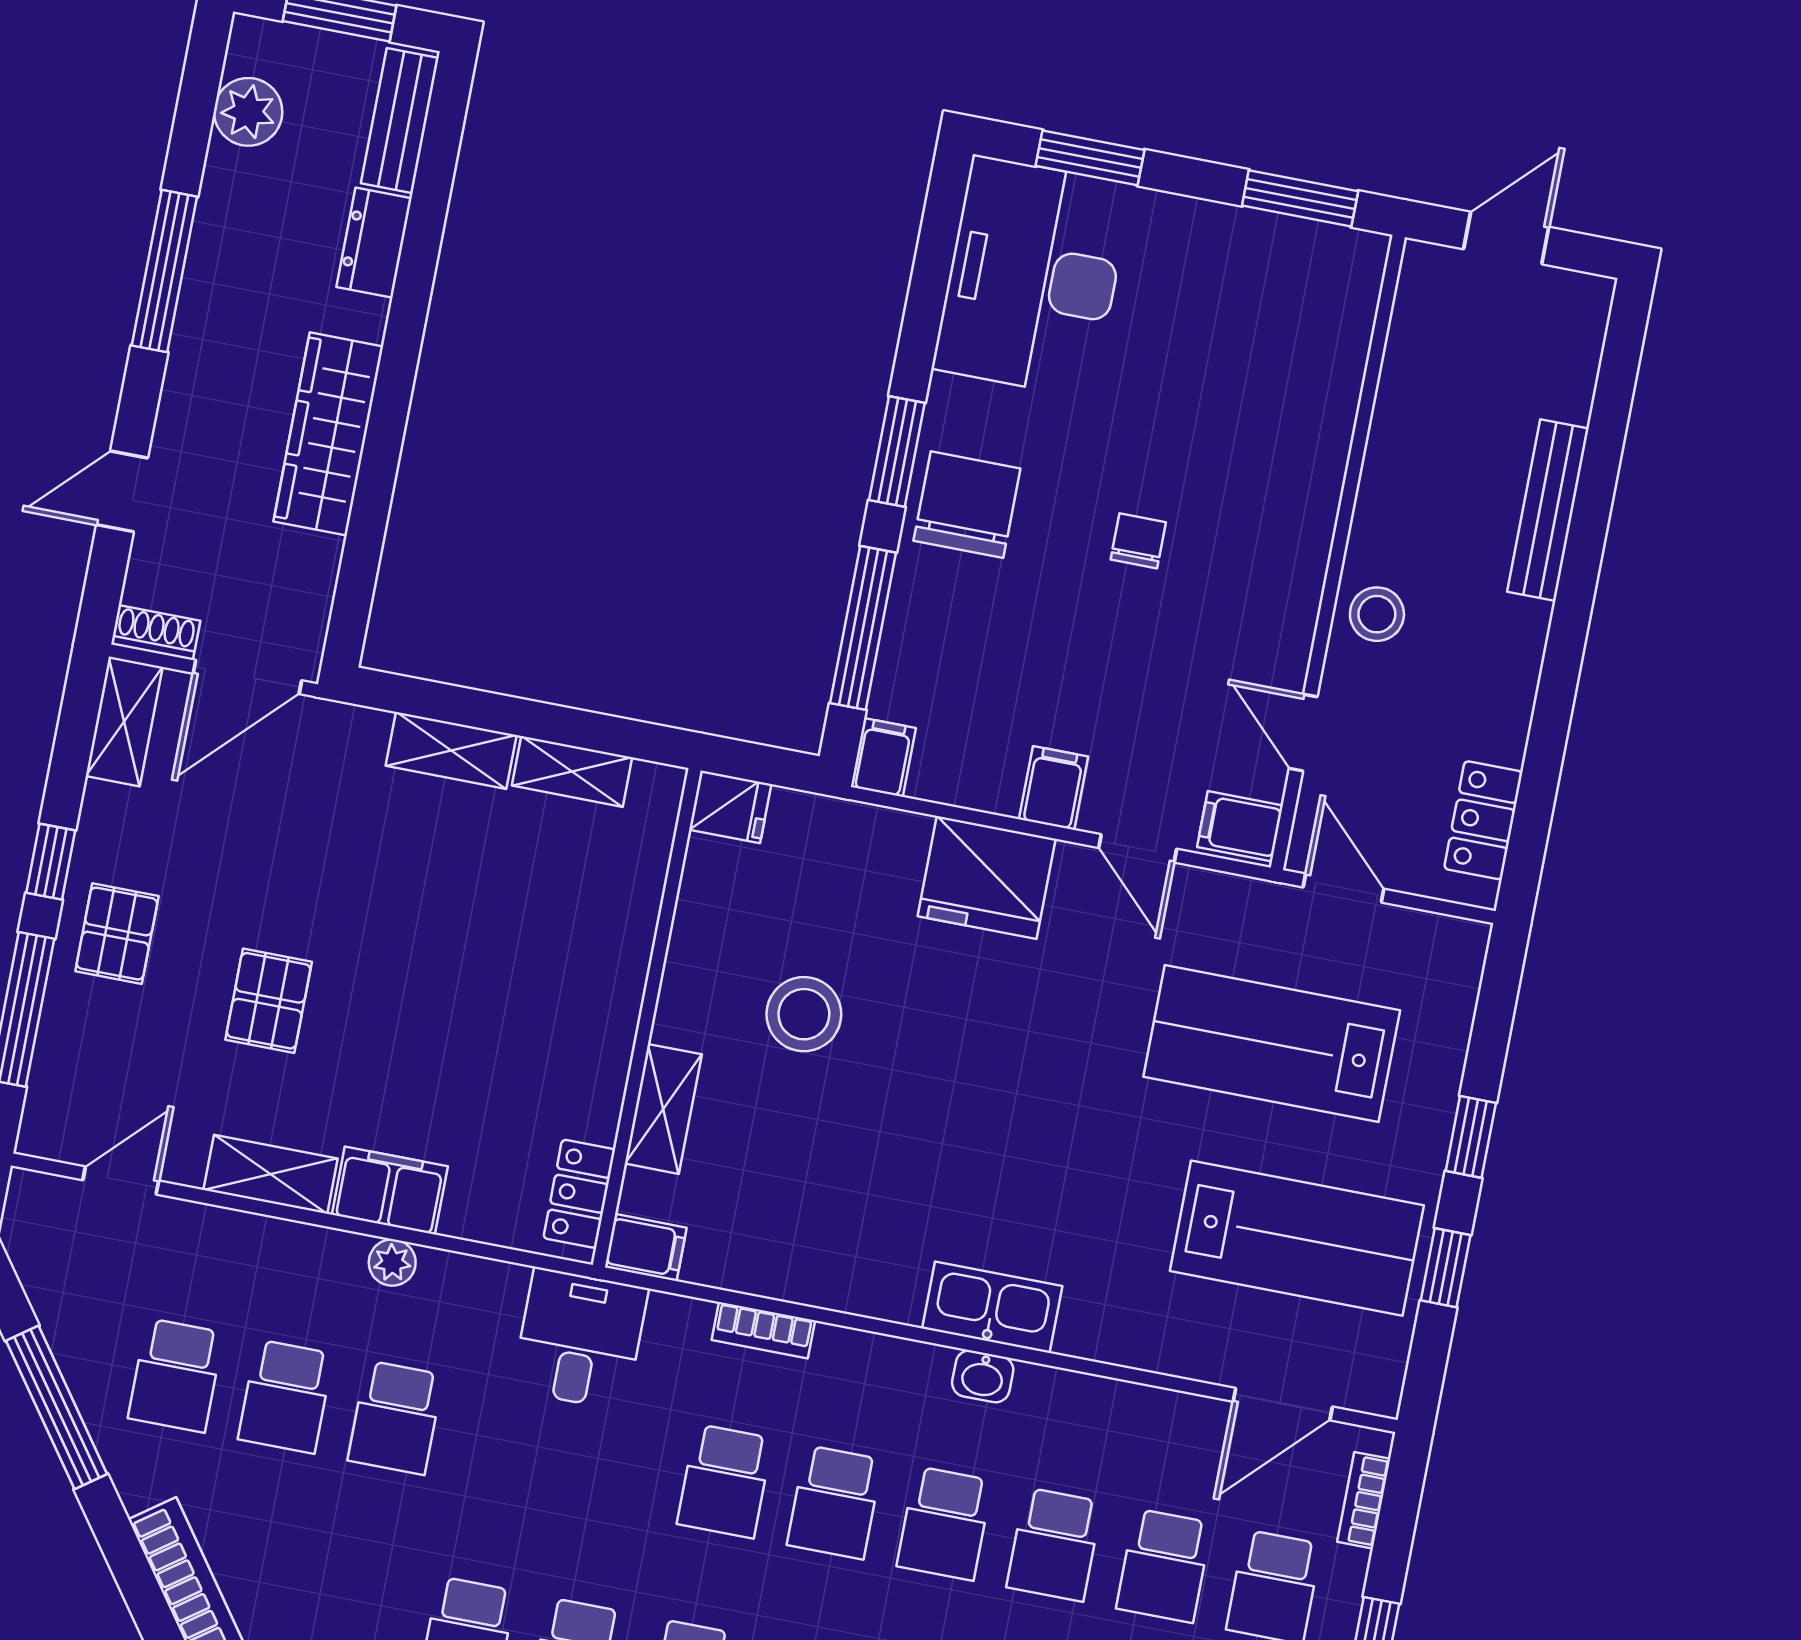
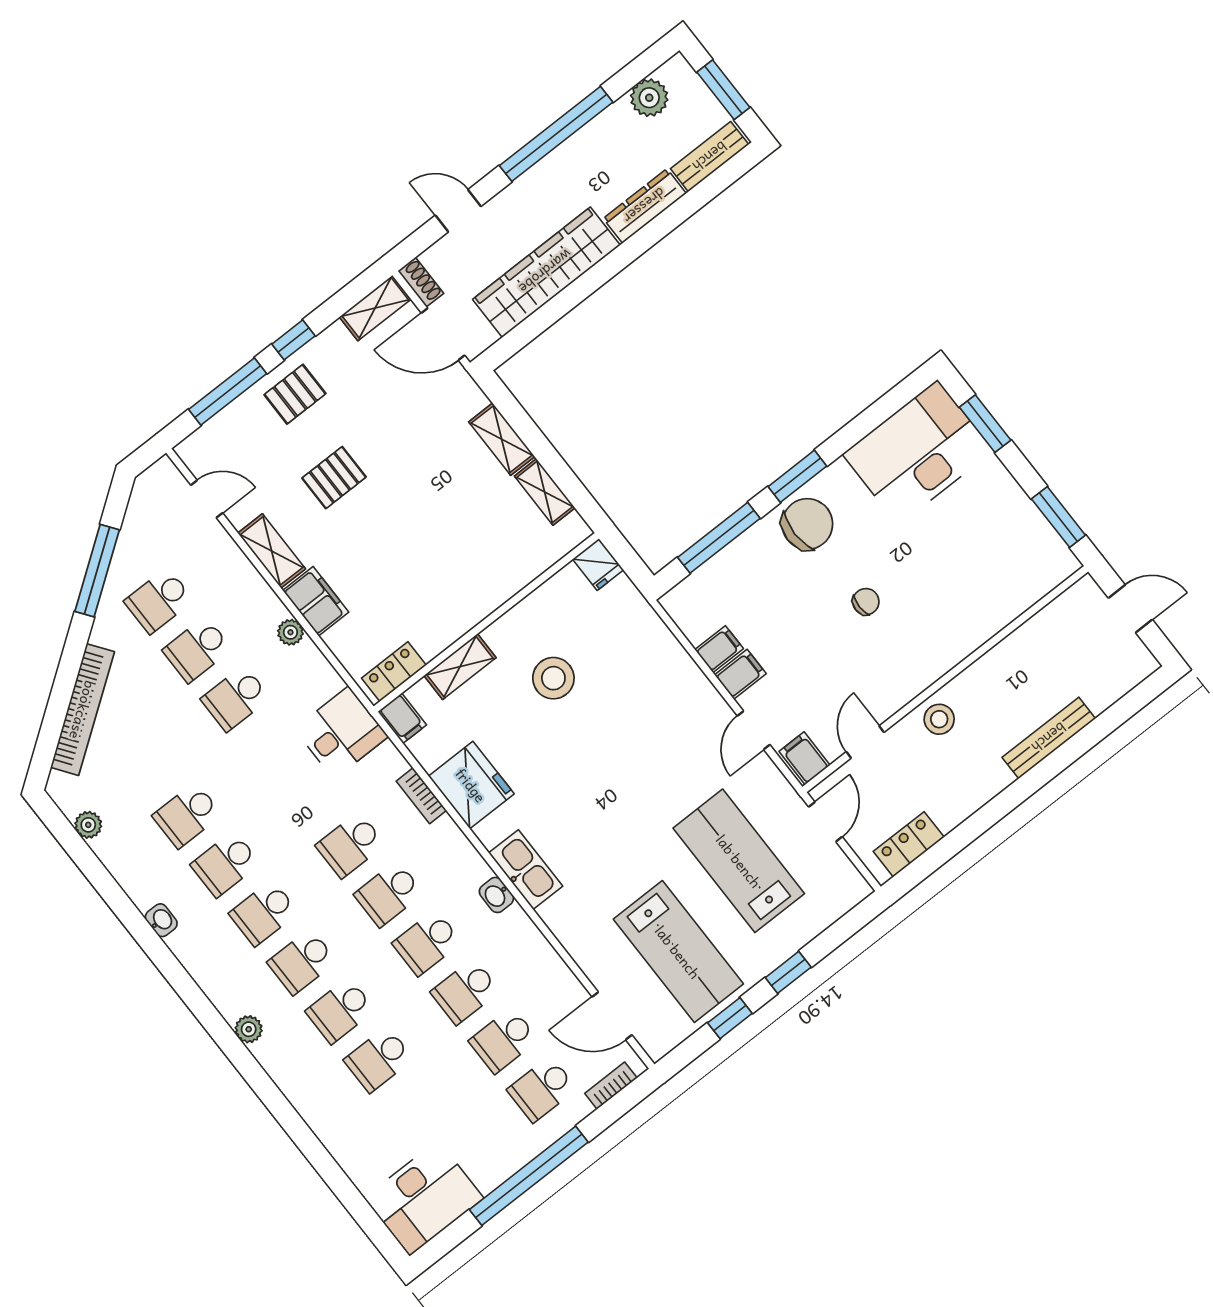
dresser: (374, 243) -> (645, 206), width x1.44
window: (164, 271) -> (556, 134), width x1.46
wardrobe: (328, 434) -> (546, 272), width x1.40, depth x1.17
filing cabinet: (883, 757) -> (719, 649), moved
fridge: (987, 878) -> (471, 785), moved, turned 180

